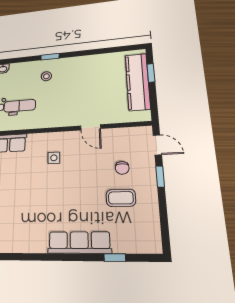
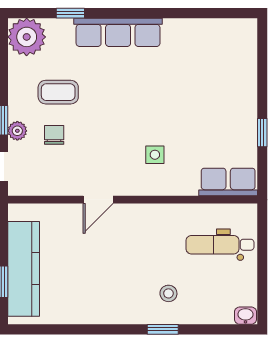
door: (91, 127) -> (98, 200), swing flipped
plant: (149, 170) -> (17, 131), added
plant: (147, 239) -> (27, 37), added

